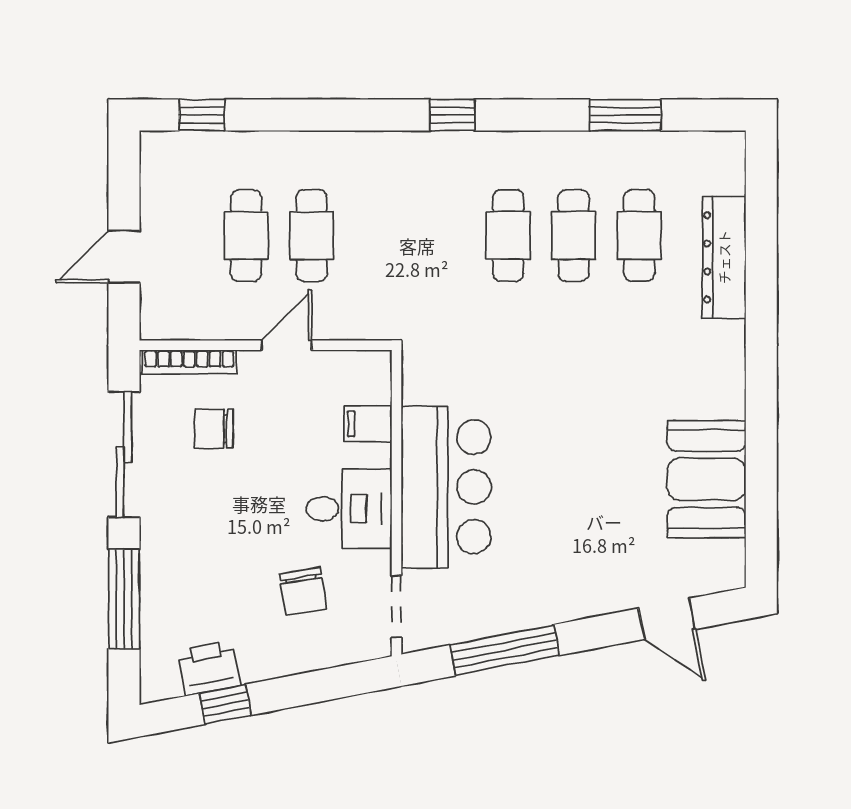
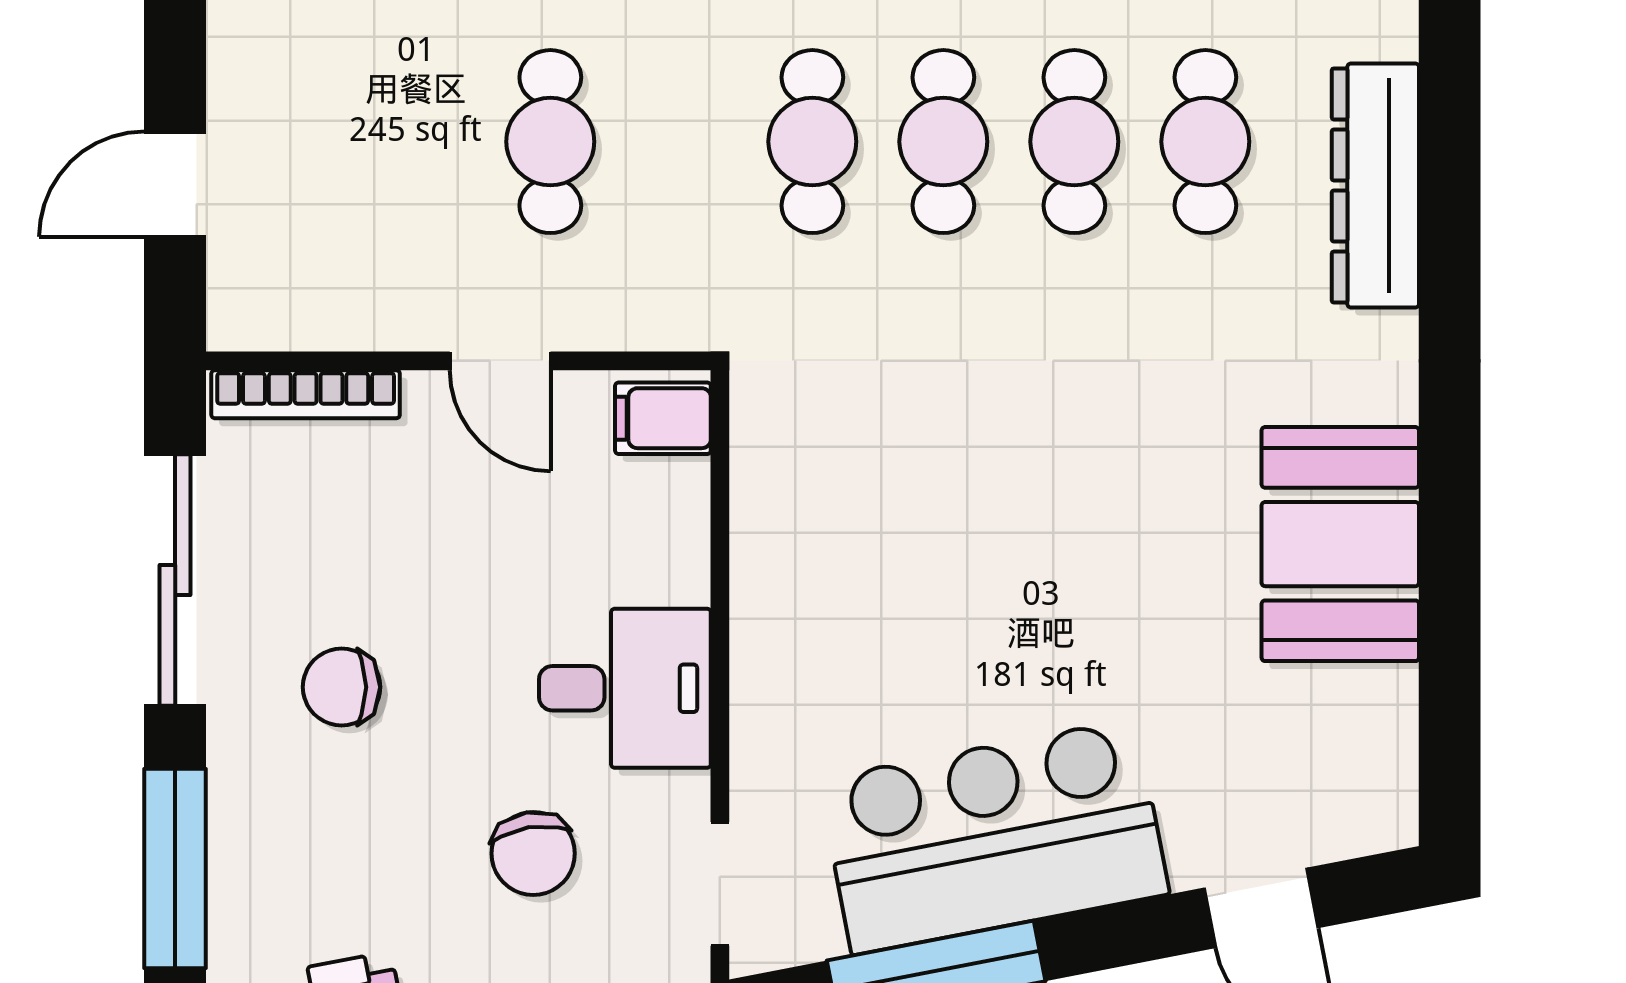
cafe table: (246, 235) -> (812, 142), moved
door: (287, 345) -> (500, 361), swing flipped
filing cabinet: (368, 424) -> (663, 418), moved
chair: (214, 429) -> (342, 687), moved
booth: (707, 479) -> (1340, 544), moved
bar counter: (446, 487) -> (994, 837), moved, turned -101

